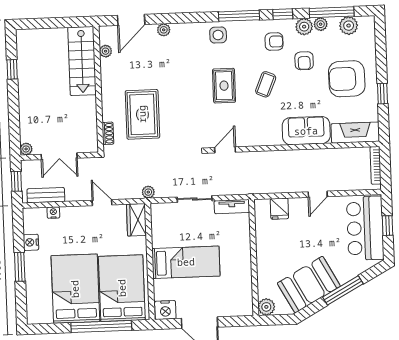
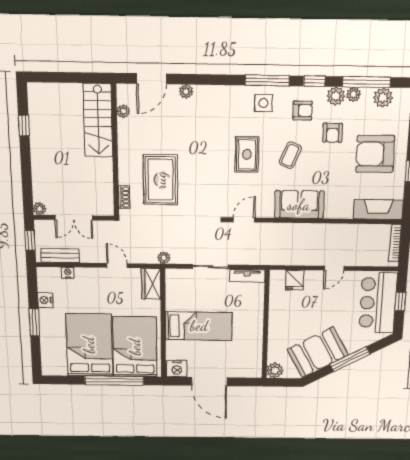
side table: (218, 35) -> (263, 103), moved
sofa: (306, 131) -> (299, 205), moved

